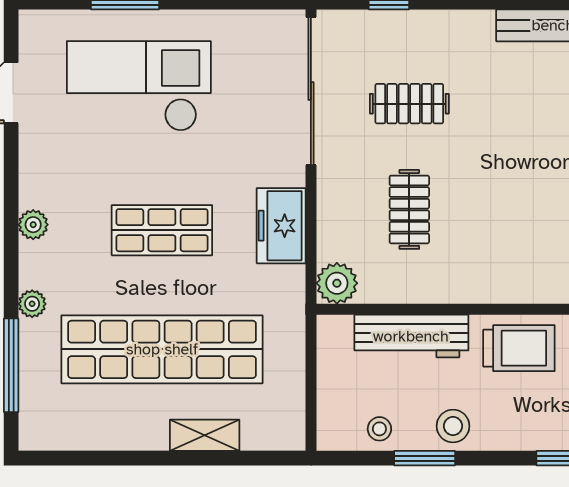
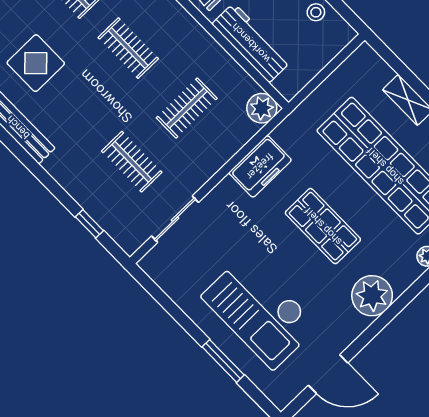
sliding door: (311, 91) -> (175, 219), width x0.54
clothes rail: (525, 209) -> (128, 48), added
plant: (33, 225) -> (372, 296), width x1.87, depth x1.87

